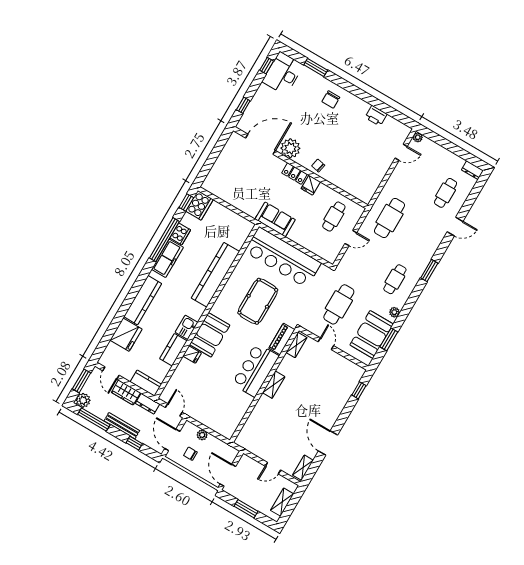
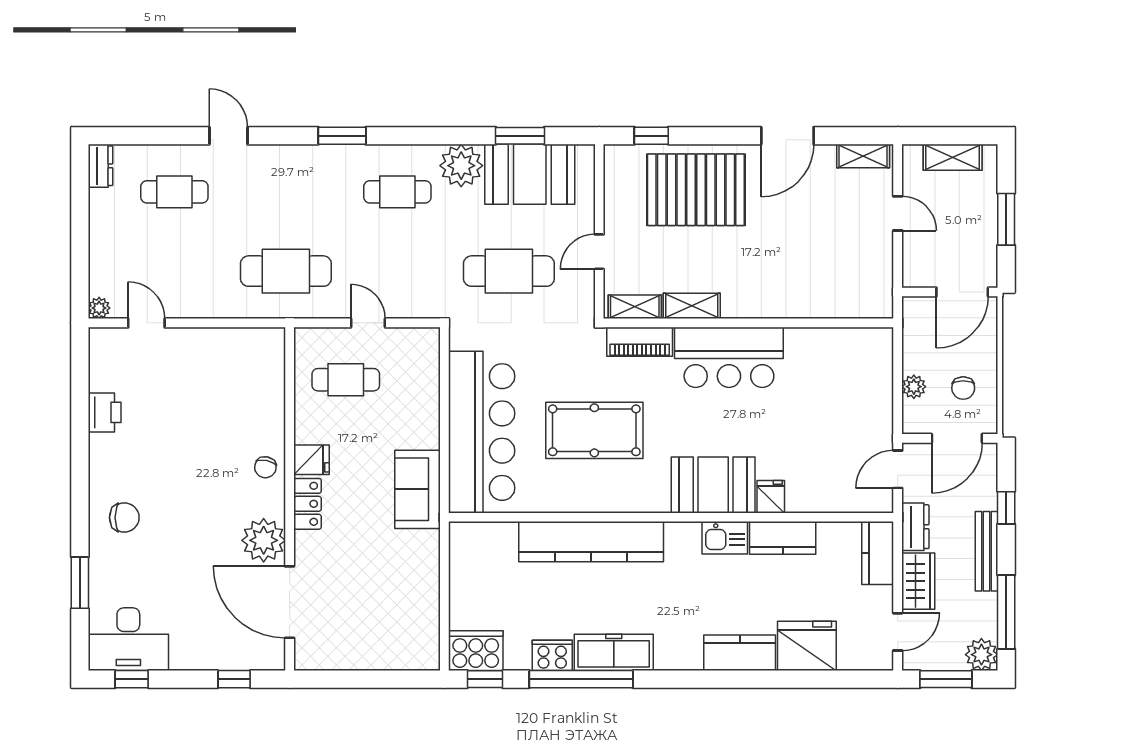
kitchen counter: (143, 300) -> (740, 653), width x0.67
plant: (394, 312) -> (461, 166), width x1.87, depth x1.87
shelving: (274, 385) -> (692, 306), moved
pallet: (328, 395) -> (696, 190), added

